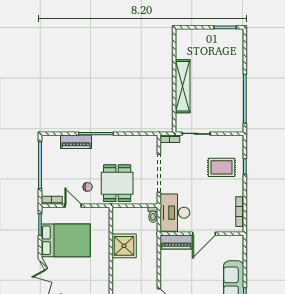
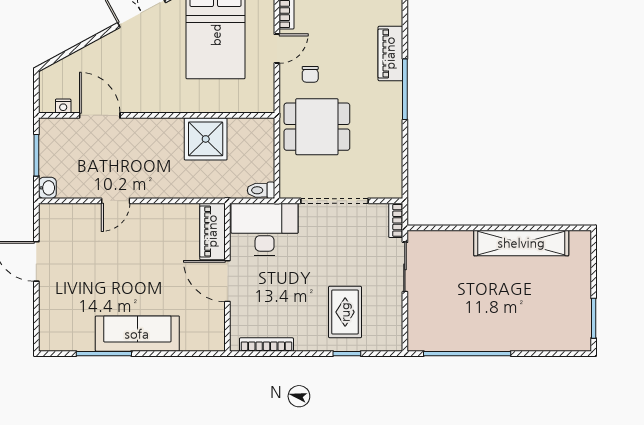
shelving: (183, 86) -> (521, 243), moved

